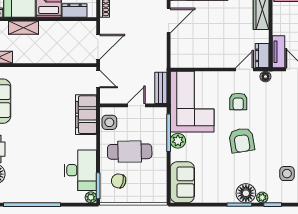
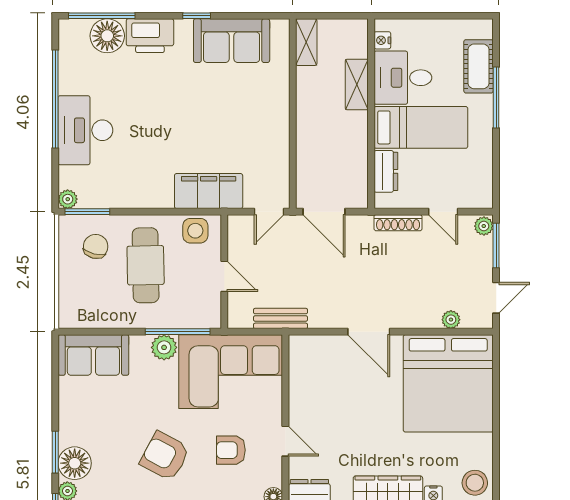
door: (245, 69) -> (285, 441), moved
bench: (161, 88) -> (280, 318), moved
armchair: (242, 140) -> (165, 456), turned 37
desk: (80, 170) -> (85, 130), moved, turned 90

